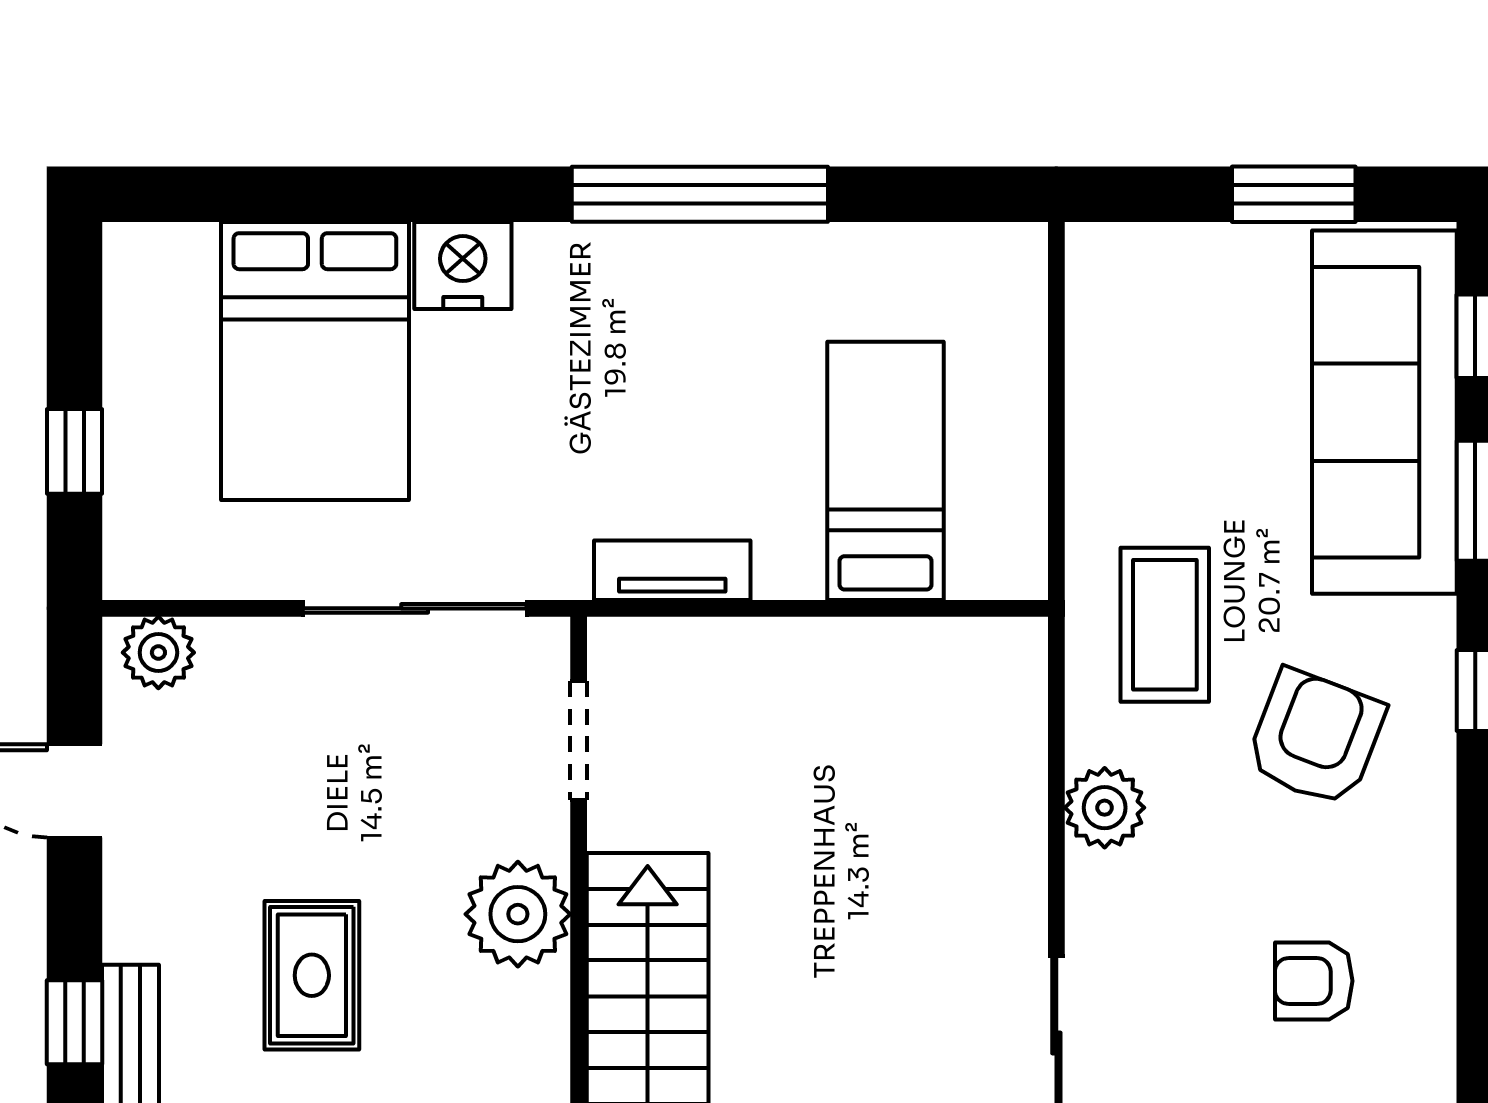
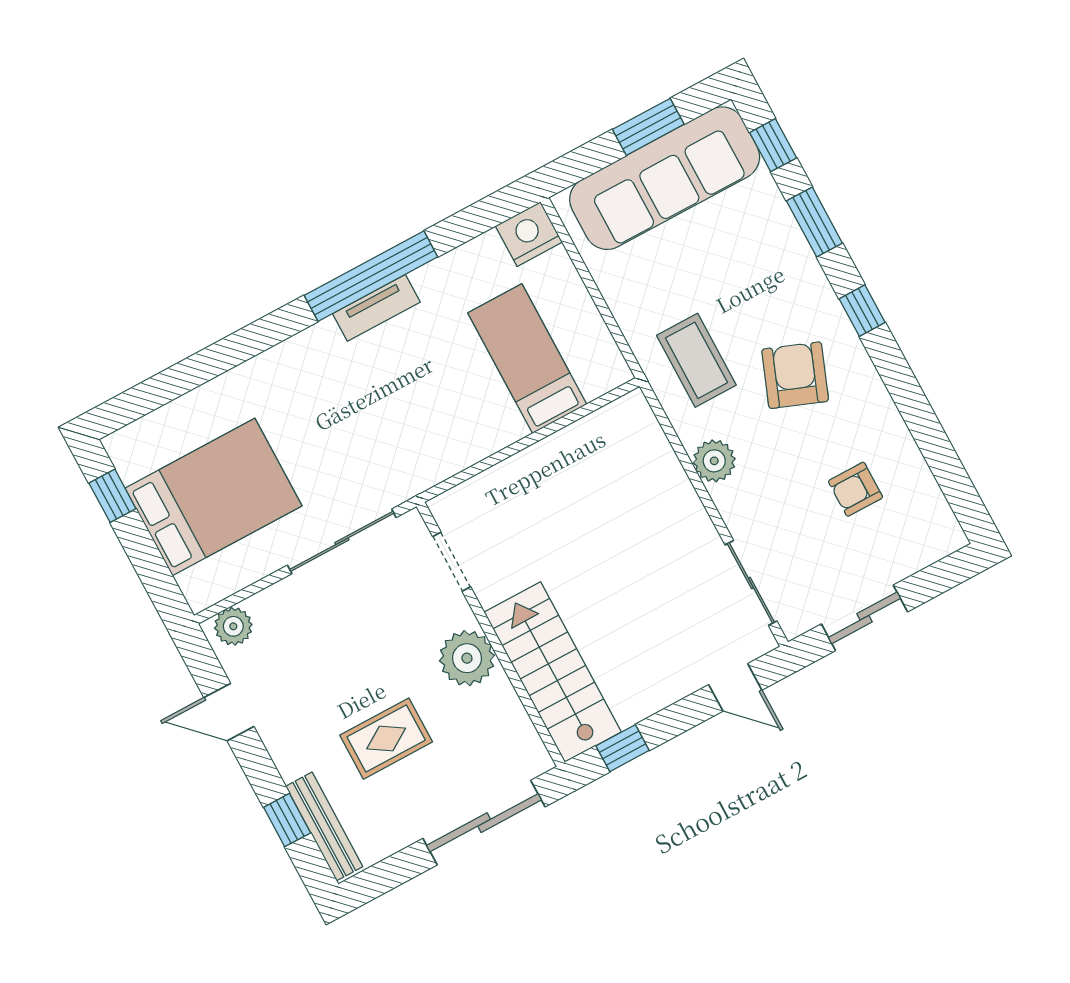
nightstand: (463, 266) -> (529, 234), moved
bed: (315, 361) -> (214, 497), moved, turned -90
sofa: (1384, 412) -> (665, 178), moved, turned -90
window: (75, 451) -> (112, 496), moved
tv unit: (672, 570) -> (376, 308), moved, turned 180
rug: (312, 975) -> (386, 739), turned 90

